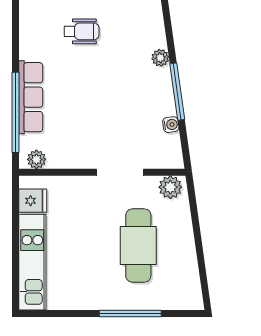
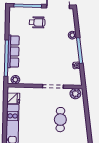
cafe table: (138, 246) -> (60, 120), width x0.73, depth x0.74

